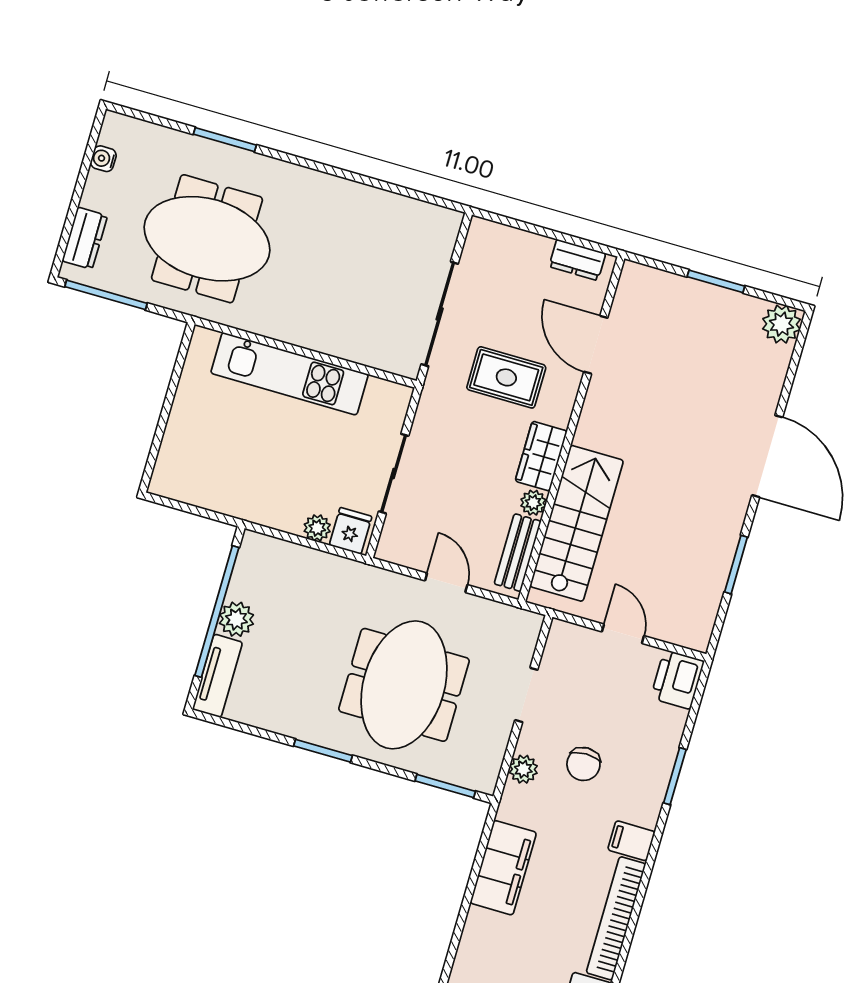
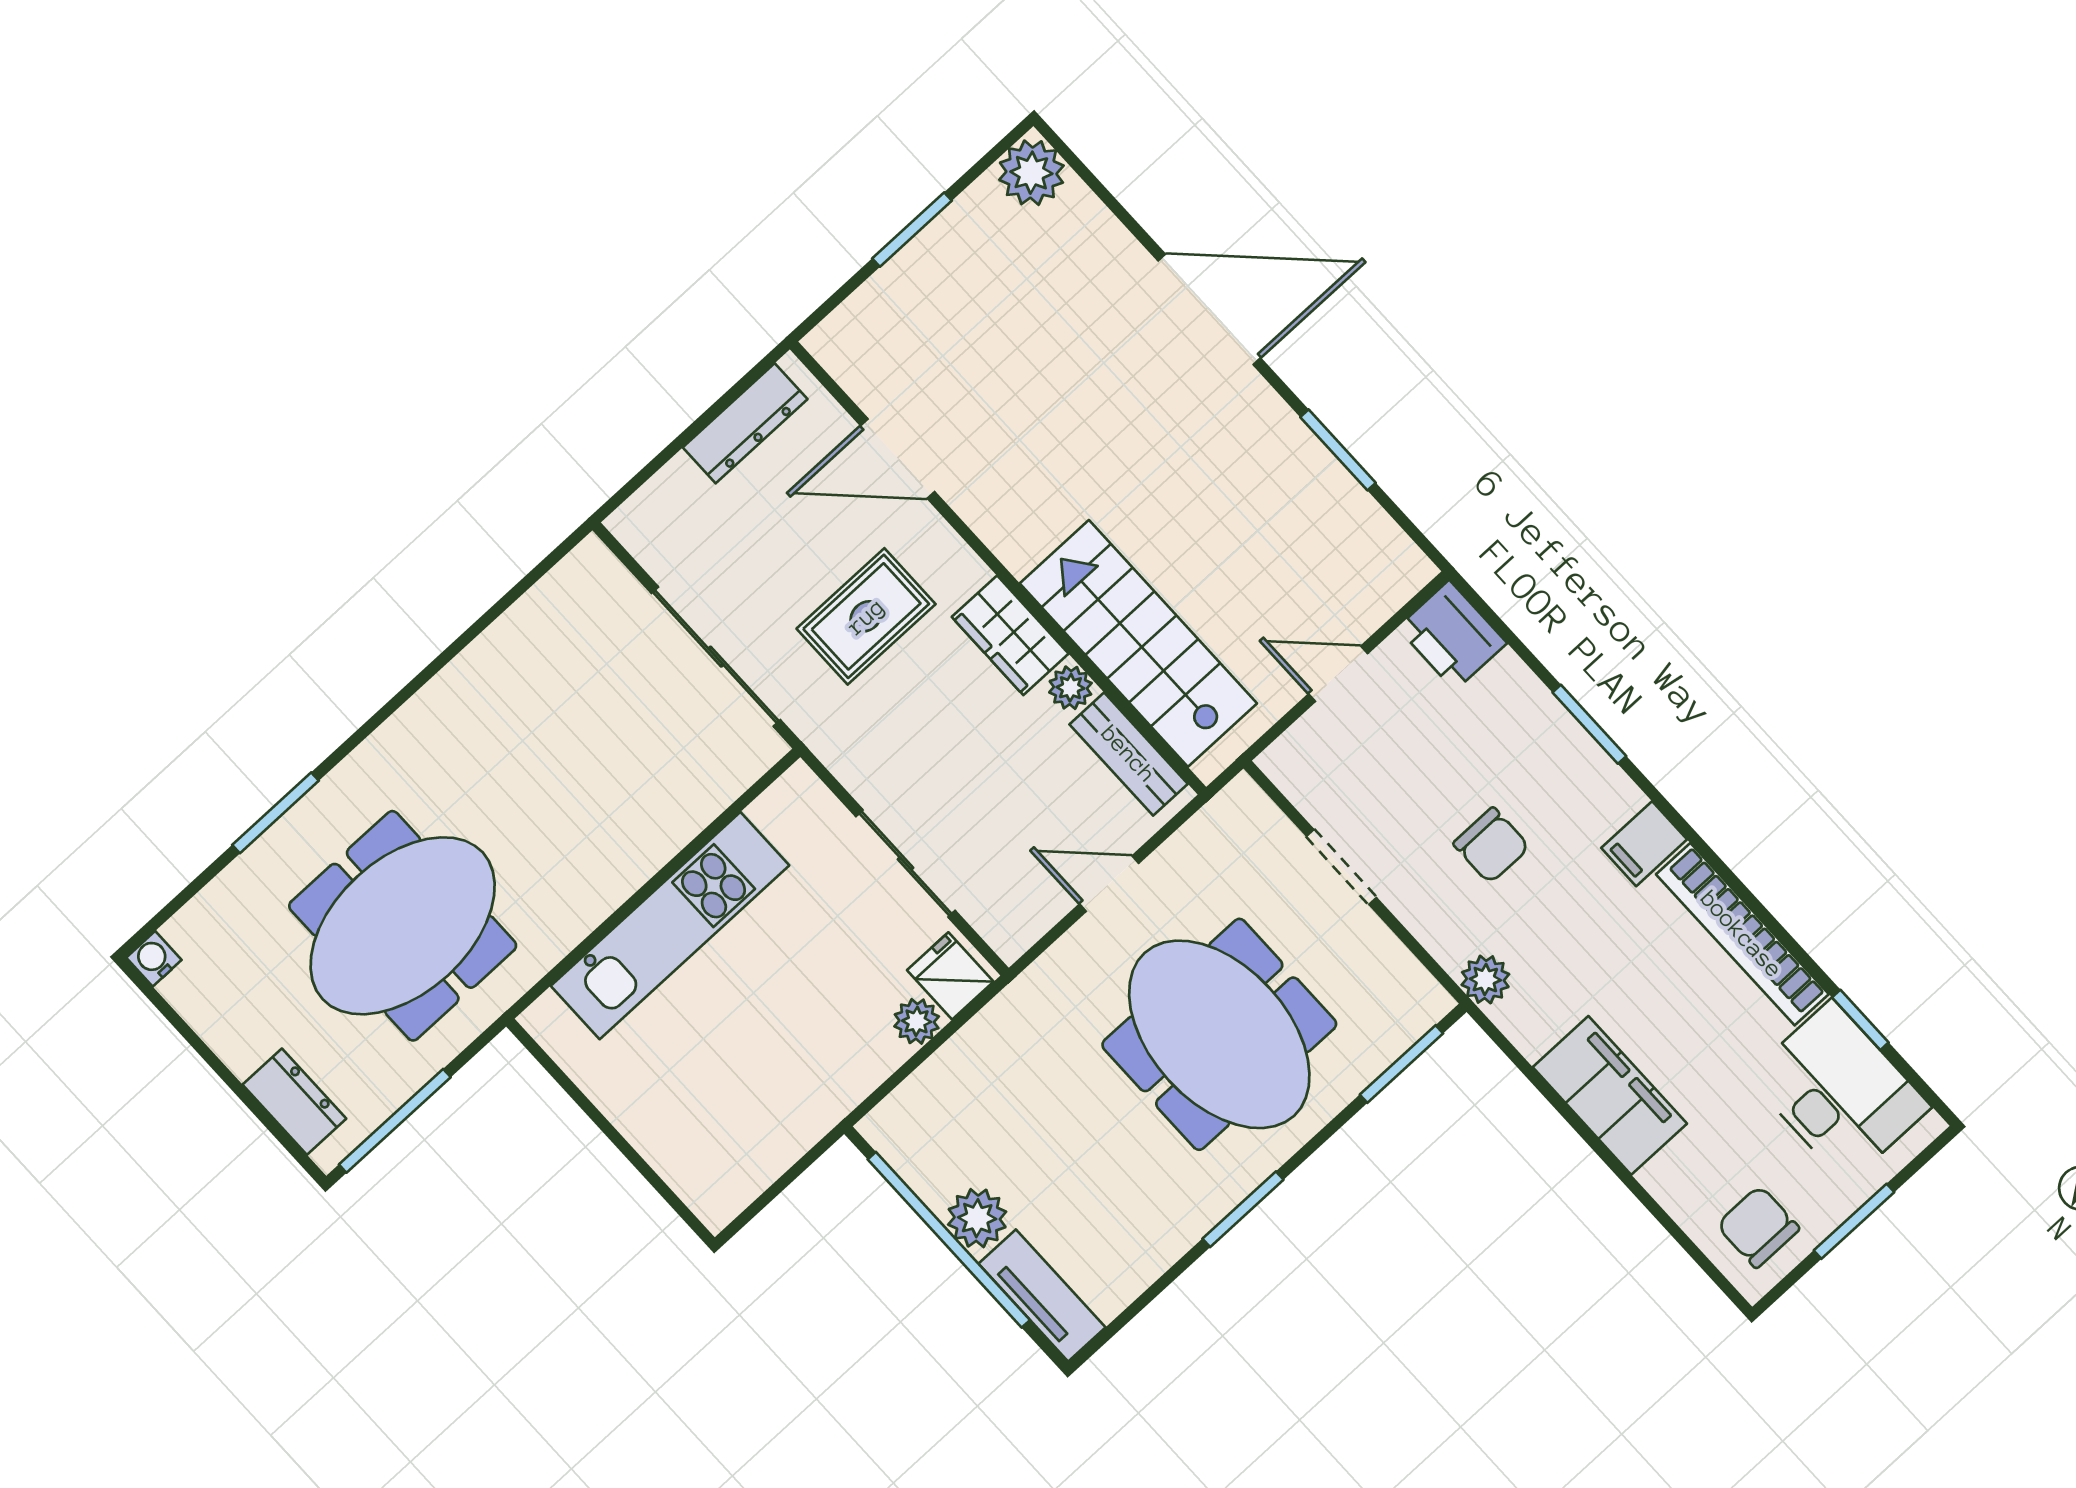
water cooler: (103, 159) -> (154, 959), moved, turned 90
dresser: (577, 260) -> (745, 423), width x1.44
plant: (523, 769) -> (1485, 980), moved
filing cabinet: (503, 868) -> (1610, 1095), moved

